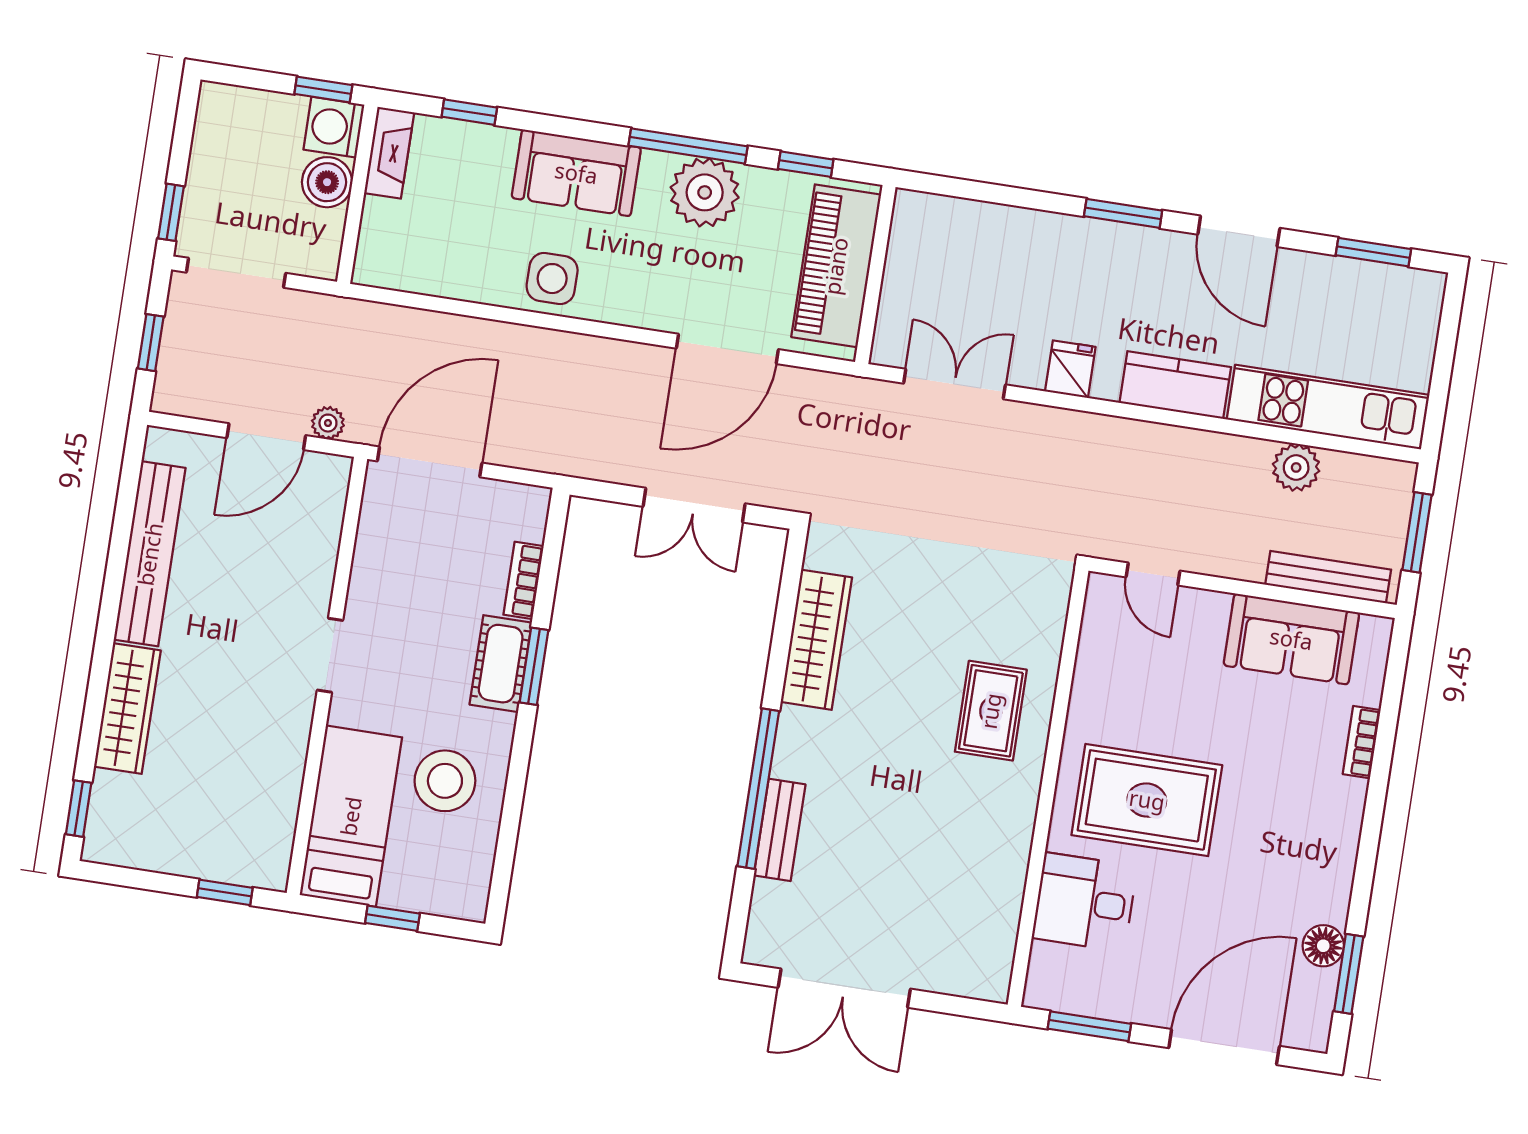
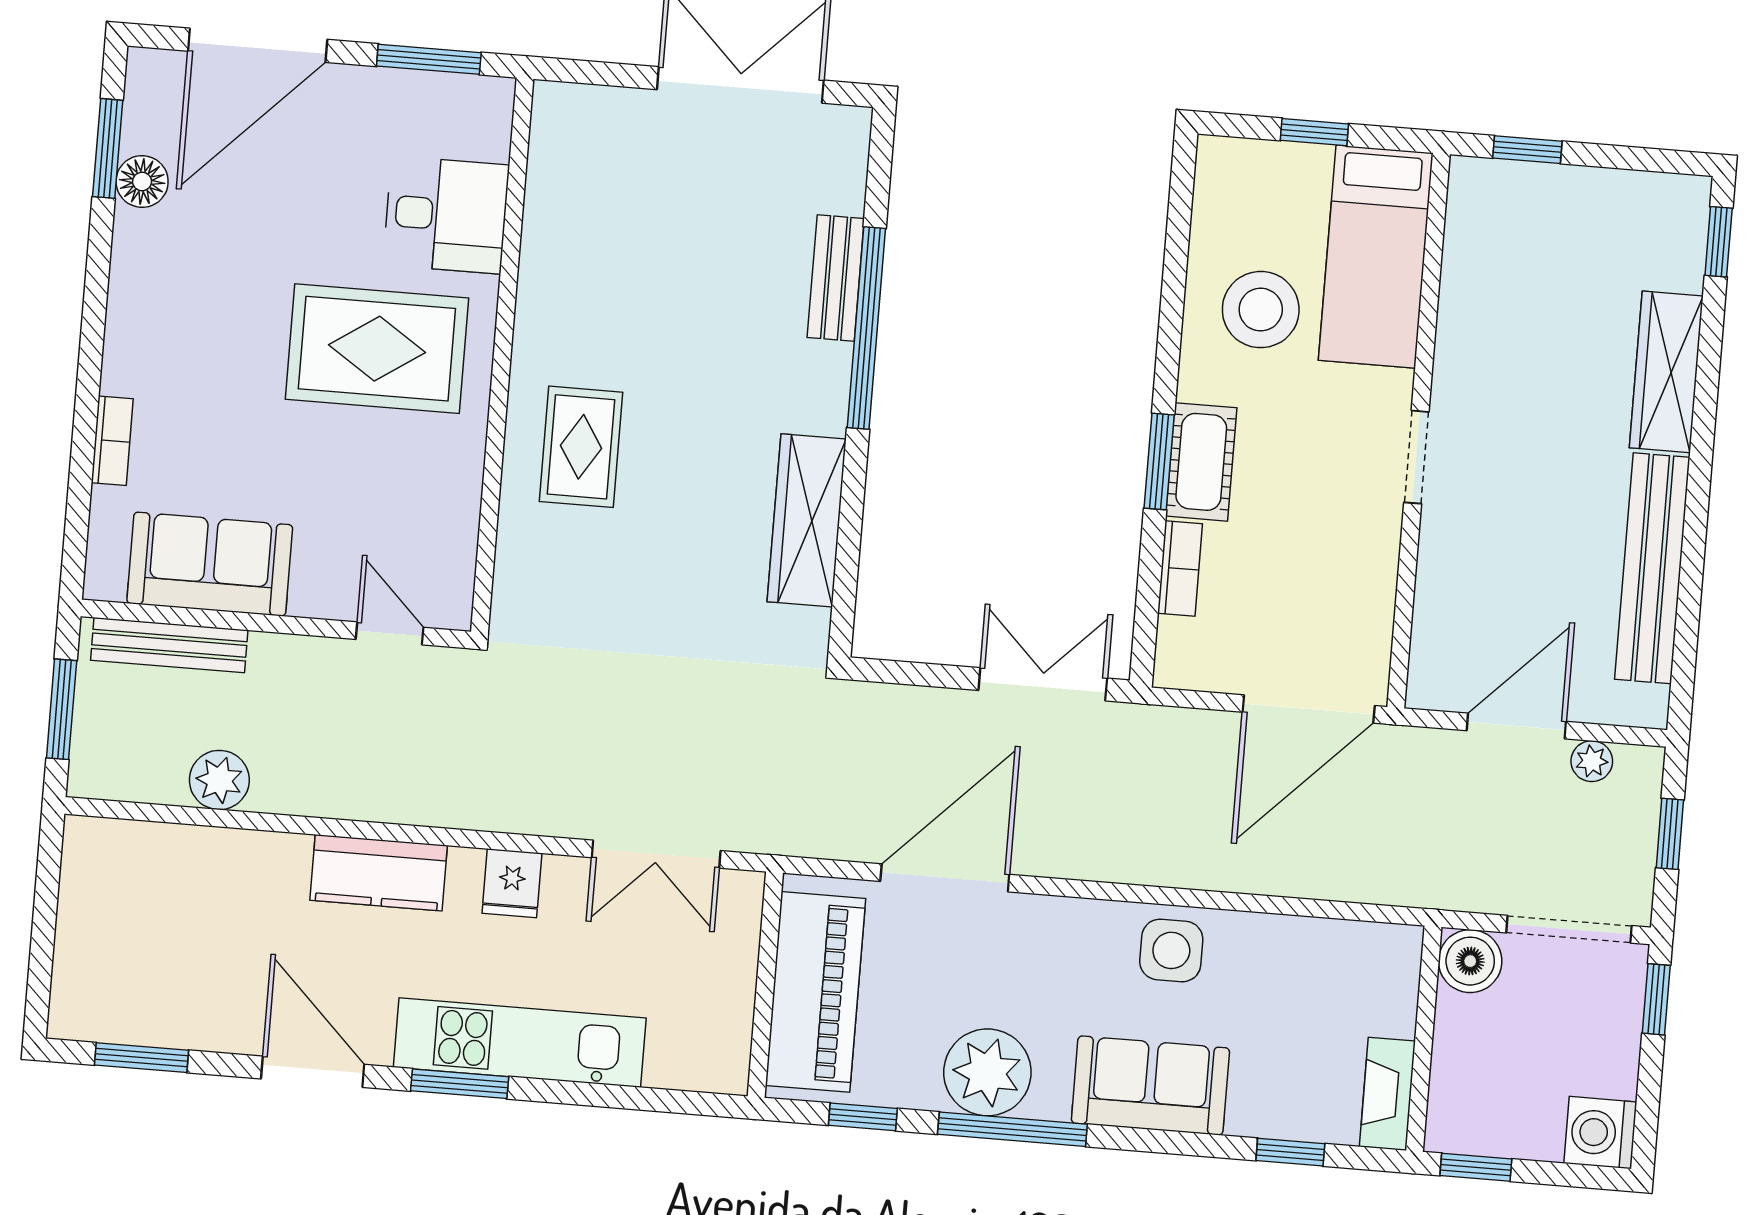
washing machine: (334, 127) -> (1600, 1133), moved, turned 180
boiler: (327, 182) -> (1470, 961), moved
kitchen unit: (1328, 407) -> (520, 1043), moved, turned 180
plant: (328, 423) -> (1592, 761), moved
double door: (694, 505) -> (1043, 684), moved

